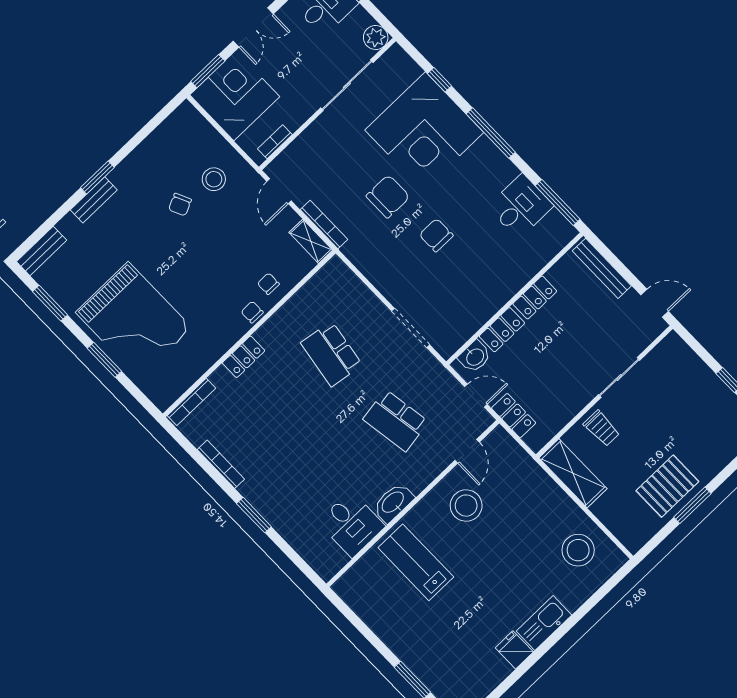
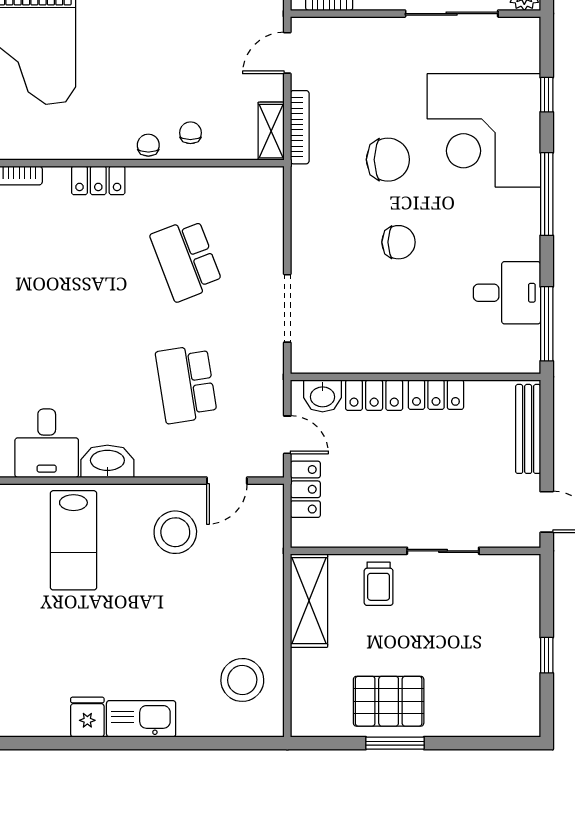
chair: (436, 235) -> (399, 242), turned 90
school desk: (332, 354) -> (186, 260), turned -30
lab bench: (416, 562) -> (73, 540), turned 180

